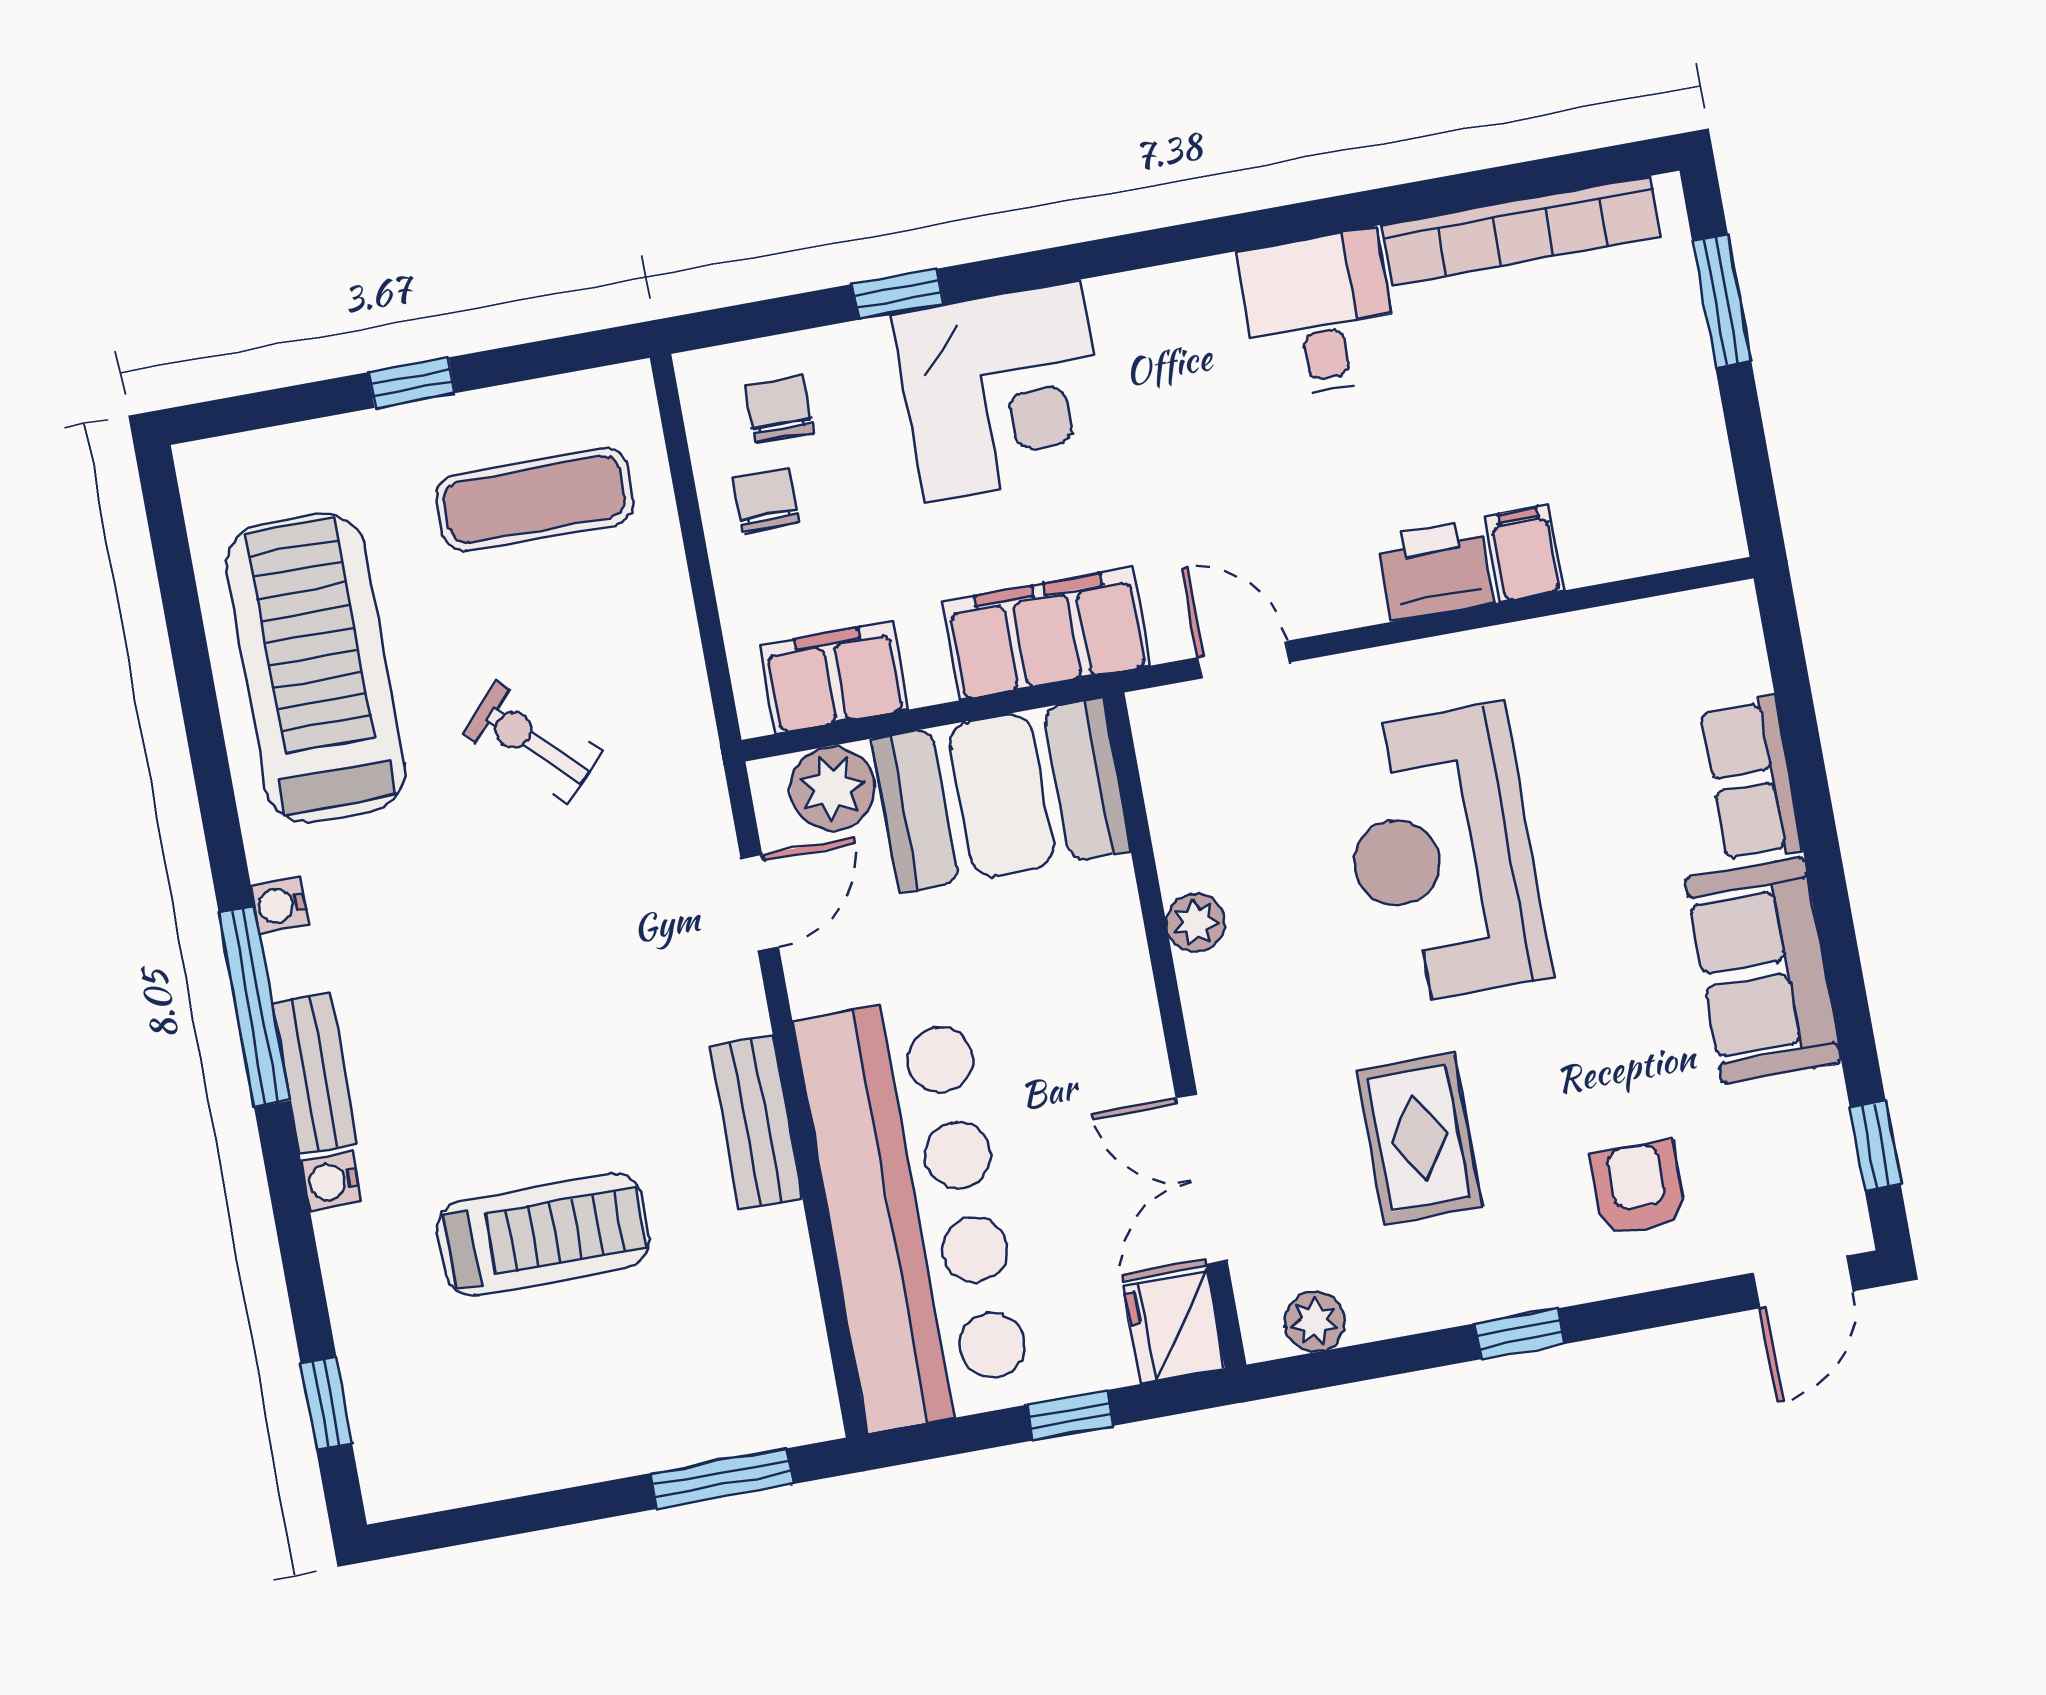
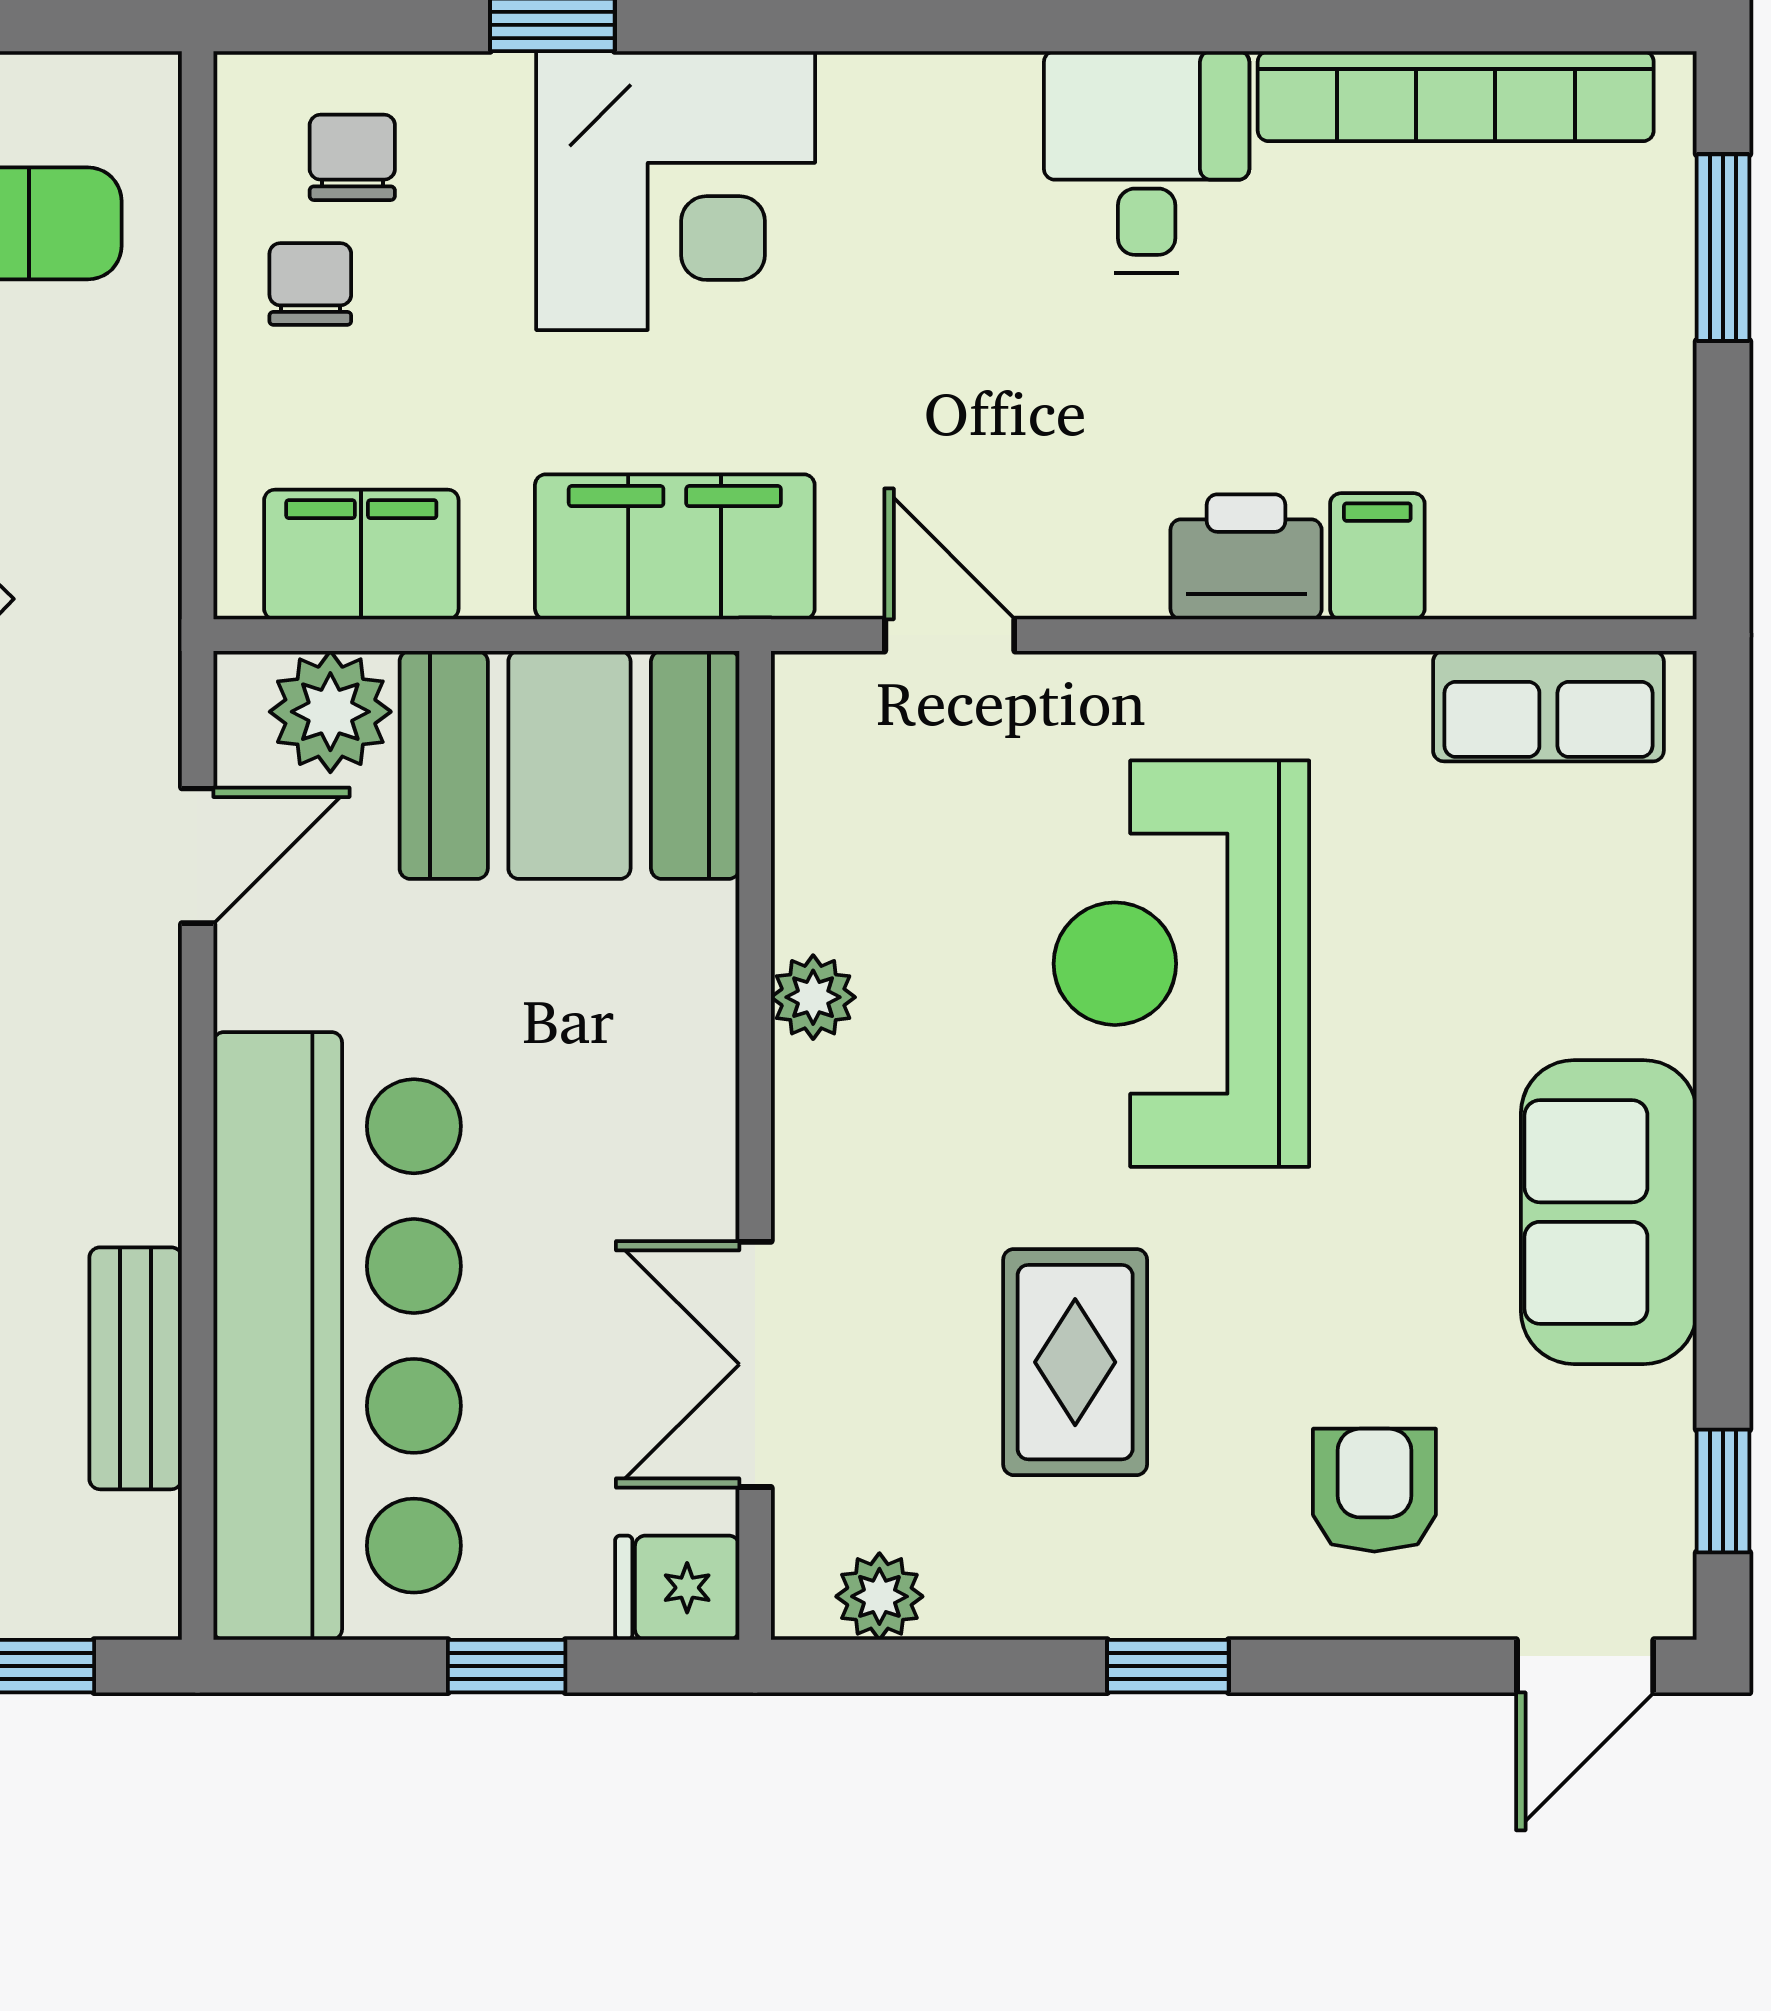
row of seats: (1751, 779) -> (1548, 706), moved, turned -90
bench: (756, 1123) -> (136, 1368), moved
fridge: (1174, 1327) -> (677, 1588), width x0.72

